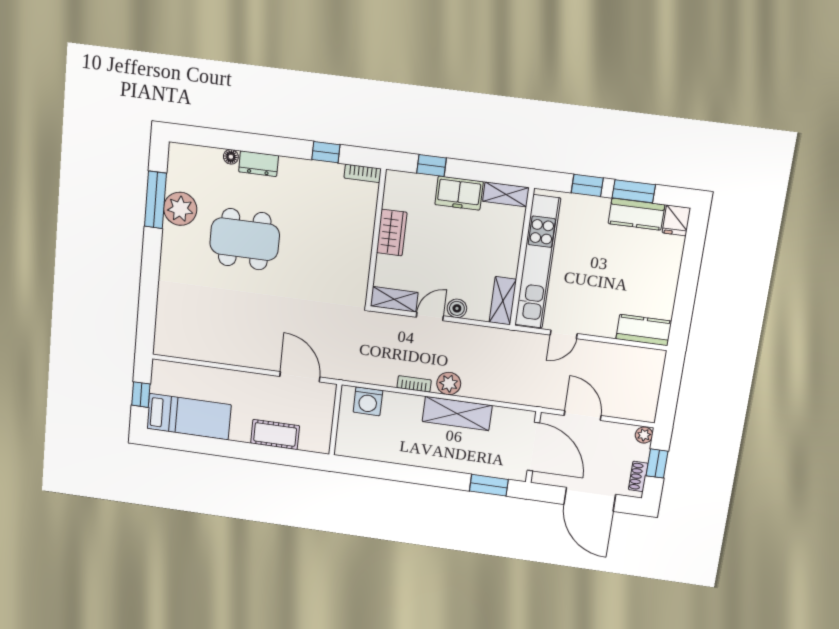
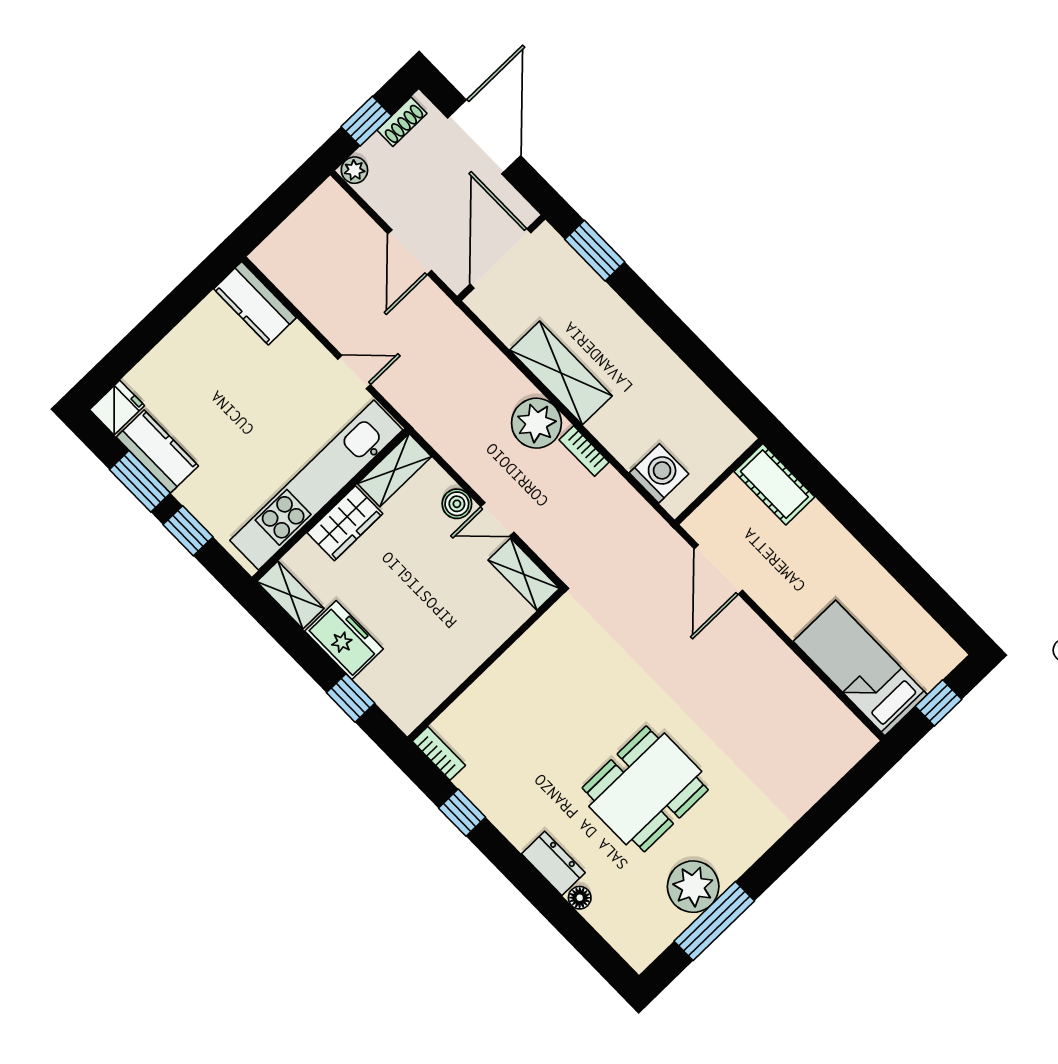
wardrobe: (392, 232) -> (345, 523), moved, turned 180
dining table: (245, 239) -> (645, 789), turned 90
plant: (449, 384) -> (536, 423), width x1.36, depth x1.36
bed: (189, 417) -> (860, 668), moved
cot: (275, 434) -> (774, 484), moved

